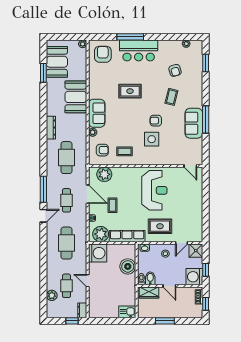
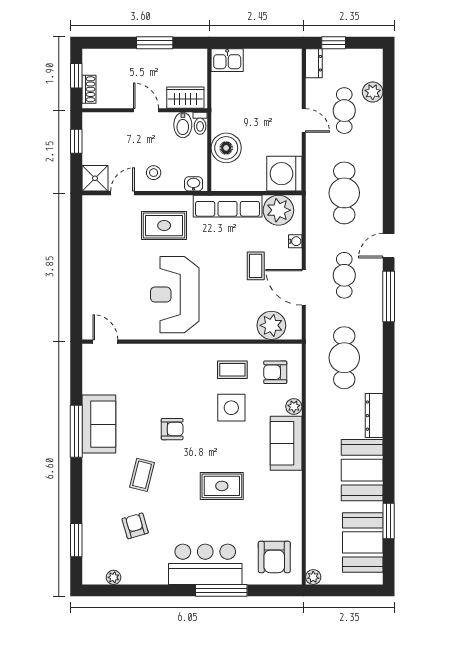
booth: (76, 97) -> (362, 470), moved
side table: (152, 139) -> (231, 408), moved
washing machine: (194, 277) -> (98, 128), removed

